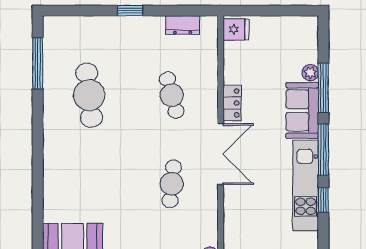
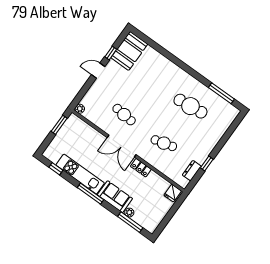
window: (130, 11) -> (207, 163), moved
window: (323, 88) -> (130, 222), moved
window: (323, 200) -> (56, 169), moved

